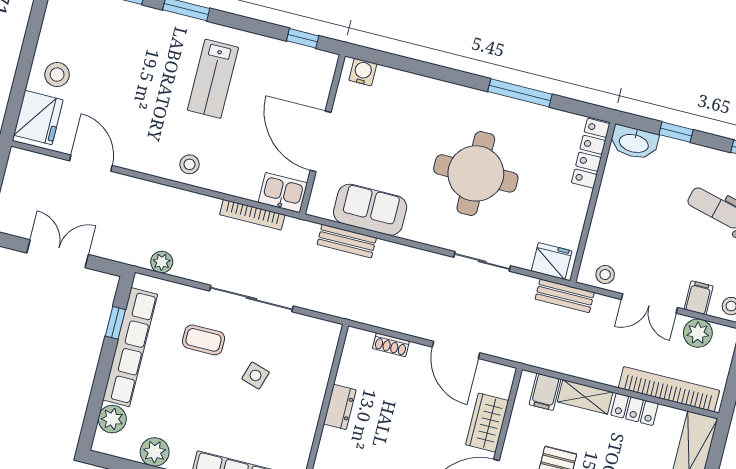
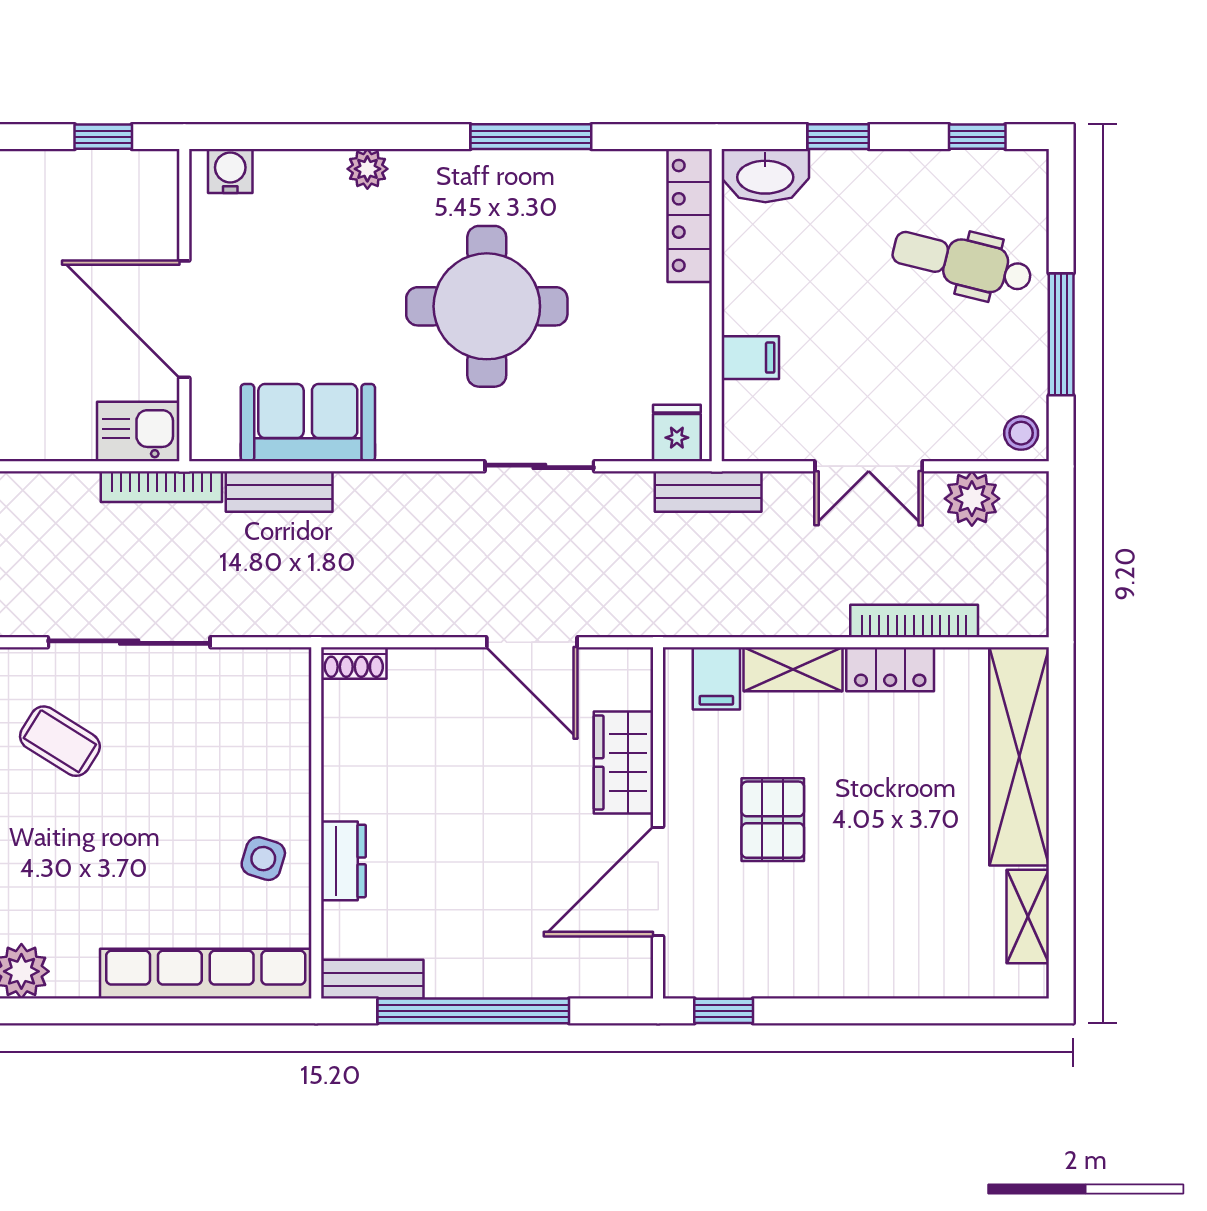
plant: (433, 88) -> (367, 169), added
bookcase: (252, 215) -> (161, 487), moved
fridge: (552, 261) -> (677, 433), width x0.72
stool: (605, 275) -> (773, 433), removed
filing cabinet: (699, 298) -> (750, 358), moved, turned 90
coffee table: (204, 340) -> (60, 741), turned 32
shoe rack: (391, 345) -> (354, 663), moved
side table: (256, 375) -> (263, 859), moved
bookcase: (669, 389) -> (914, 621), width x0.68, depth x0.76
dresser: (340, 407) -> (343, 861), moved

